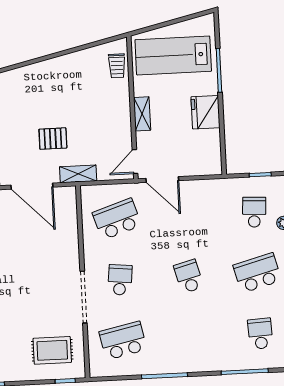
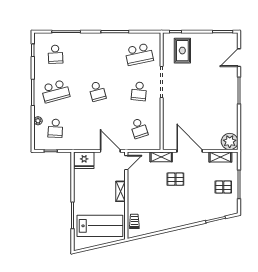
fridge: (205, 112) -> (84, 160), moved, turned 90
school desk: (117, 219) -> (139, 128), width x0.54
rug: (52, 350) -> (182, 51), turned 90

